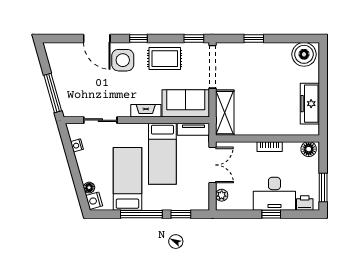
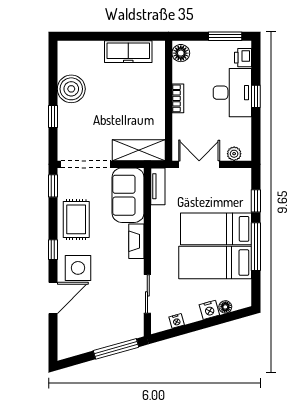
boiler: (304, 54) -> (71, 89), moved
bed: (162, 154) -> (216, 229), moved, turned 180
nightstand: (94, 201) -> (209, 310), moved

